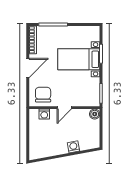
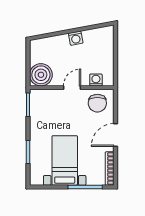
bed with nightstands: (79, 59) -> (65, 160), moved, turned -90
boiler: (95, 114) -> (41, 75), width x1.86, depth x1.86
washing machine: (73, 147) -> (76, 38), moved

